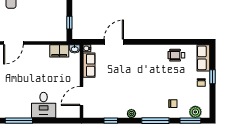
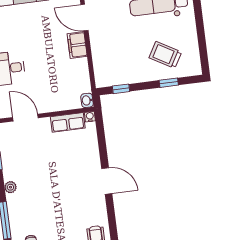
door: (114, 42) -> (107, 181), moved
filing cabinet: (59, 51) -> (77, 45), moved

